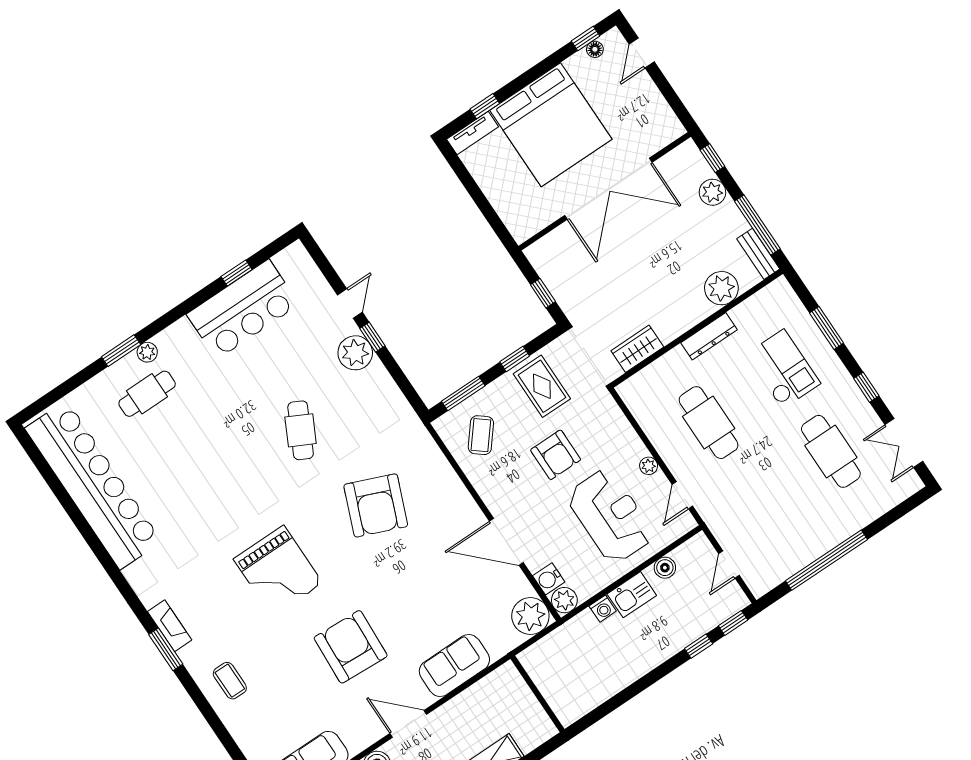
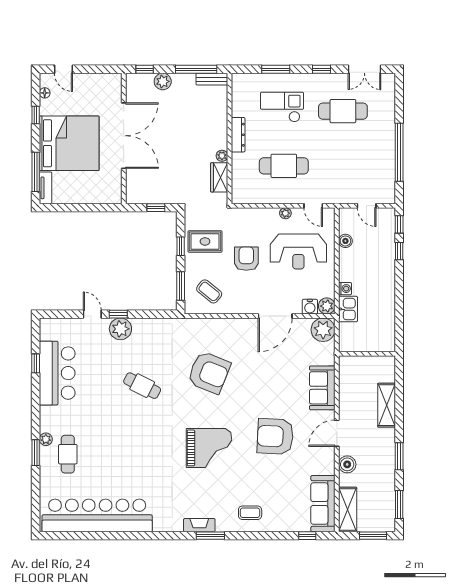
window: (585, 39) -> (36, 115), moved
window: (485, 106) -> (36, 172), width x2.17
plant: (721, 288) -> (222, 156), moved, width x0.53, depth x0.53
armchair: (556, 455) -> (246, 259), turned -90
reception desk: (610, 516) -> (298, 252), turned 180
kitchen sink: (632, 595) -> (348, 309), moved

